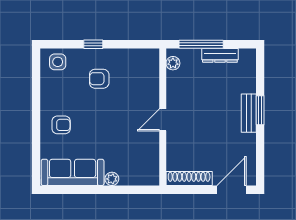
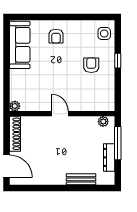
window: (260, 110) -> (67, 188), removed
bench: (249, 113) -> (81, 179), moved
plant: (112, 179) -> (15, 106), moved

